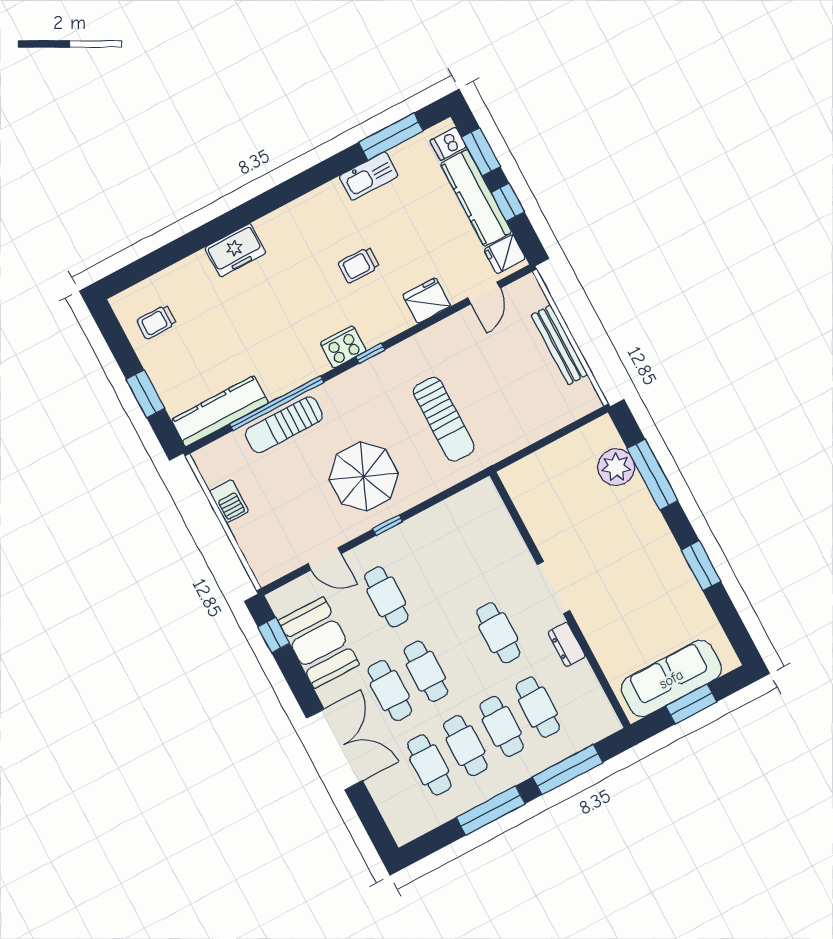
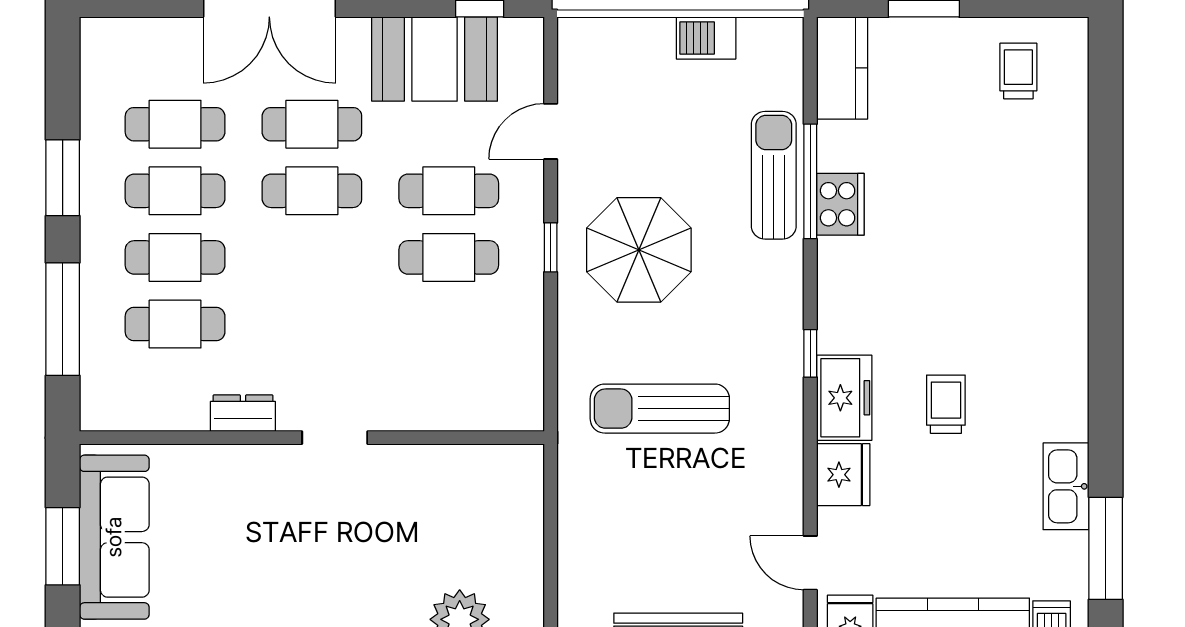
freezer: (235, 250) -> (844, 398), moved, turned 180
cooker: (343, 347) -> (840, 204), moved
window: (277, 403) -> (810, 181), width x0.68
kitchen counter: (220, 411) -> (842, 68), width x0.67
doorway: (553, 587) -> (335, 438), width x0.73
cafe table: (498, 633) -> (449, 257), moved
window: (491, 810) -> (63, 178), width x0.69

